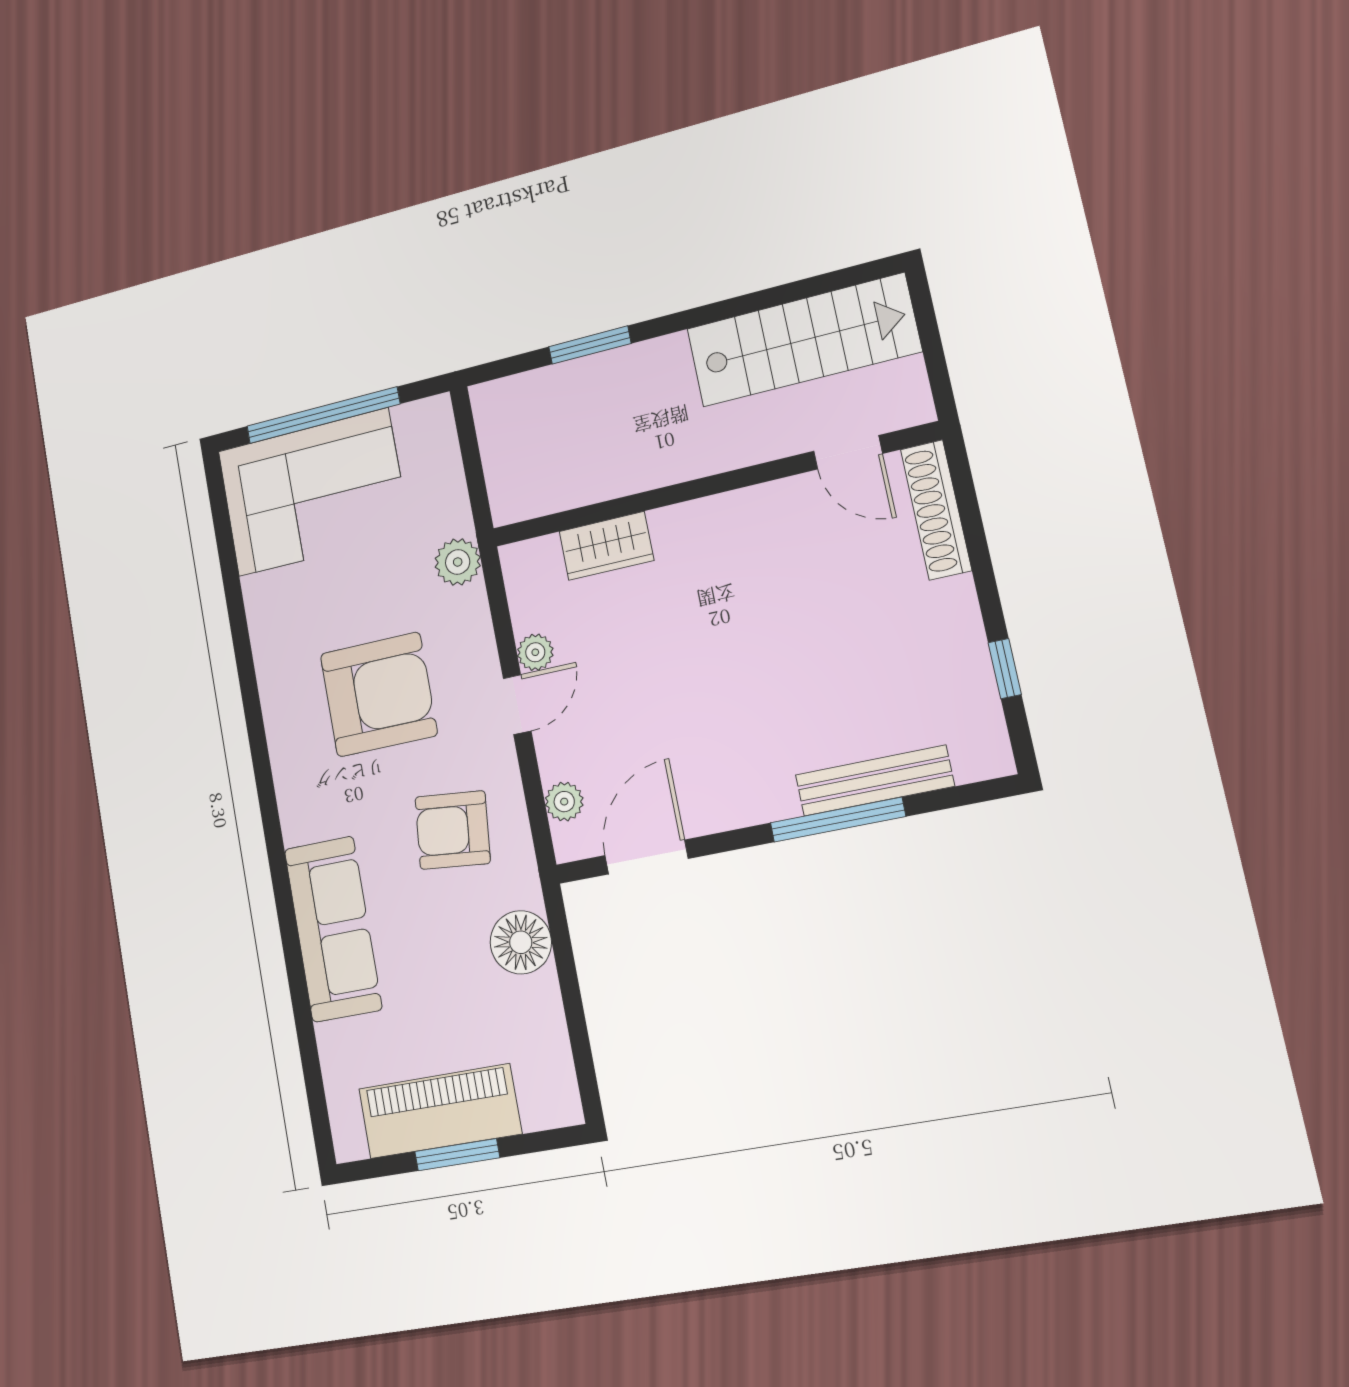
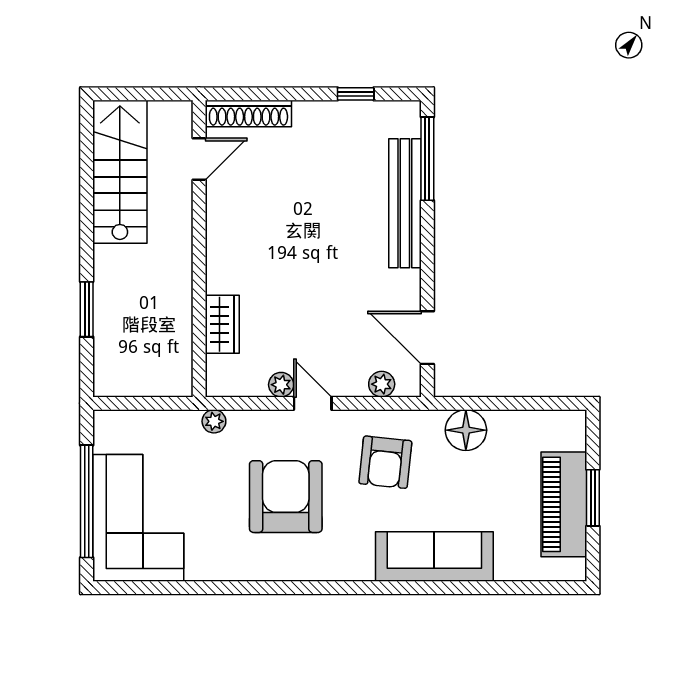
plant: (458, 562) -> (214, 421), width x0.73, depth x0.73
bench: (874, 781) -> (405, 203), width x1.37, depth x1.21
window: (838, 820) -> (427, 159), moved

